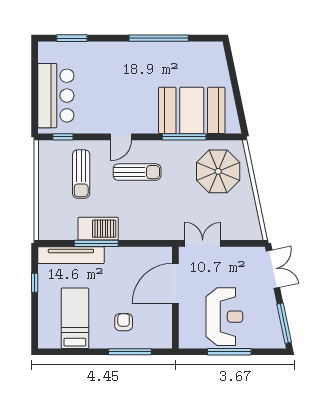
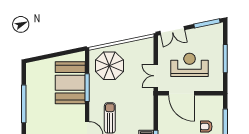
double door: (273, 269) -> (172, 31), swing flipped
reception desk: (224, 317) -> (190, 65), moved

